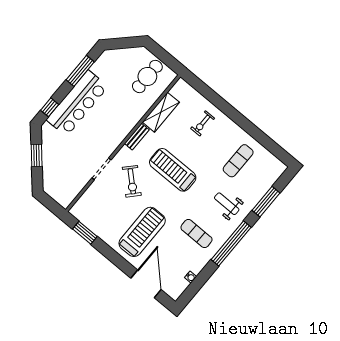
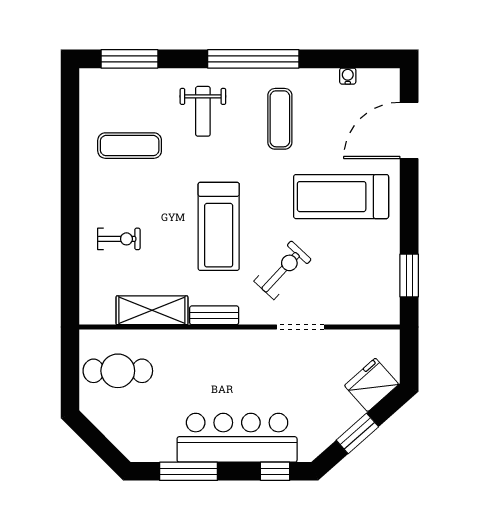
fridge: (52, 178) -> (372, 385), added
window: (266, 202) -> (129, 59), moved

